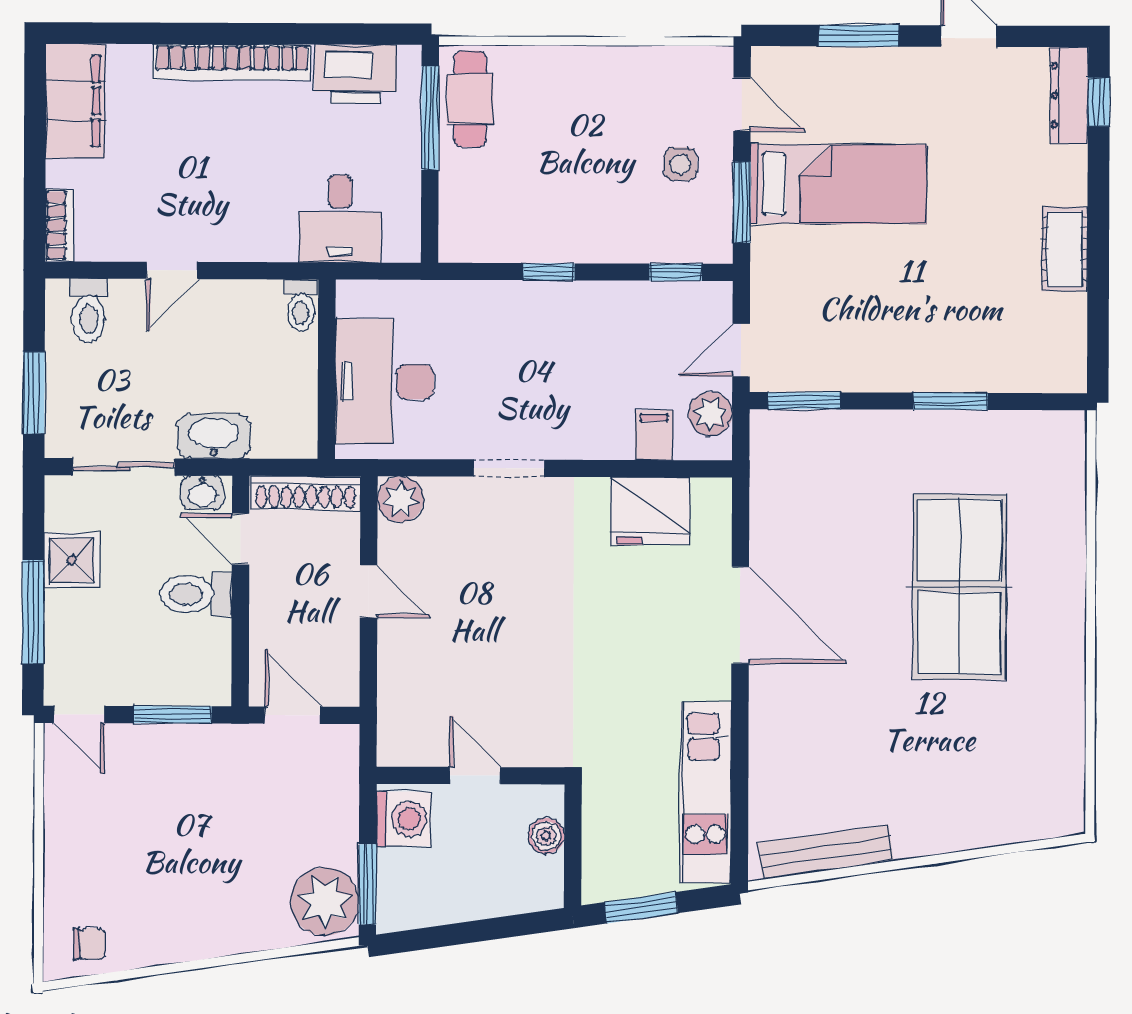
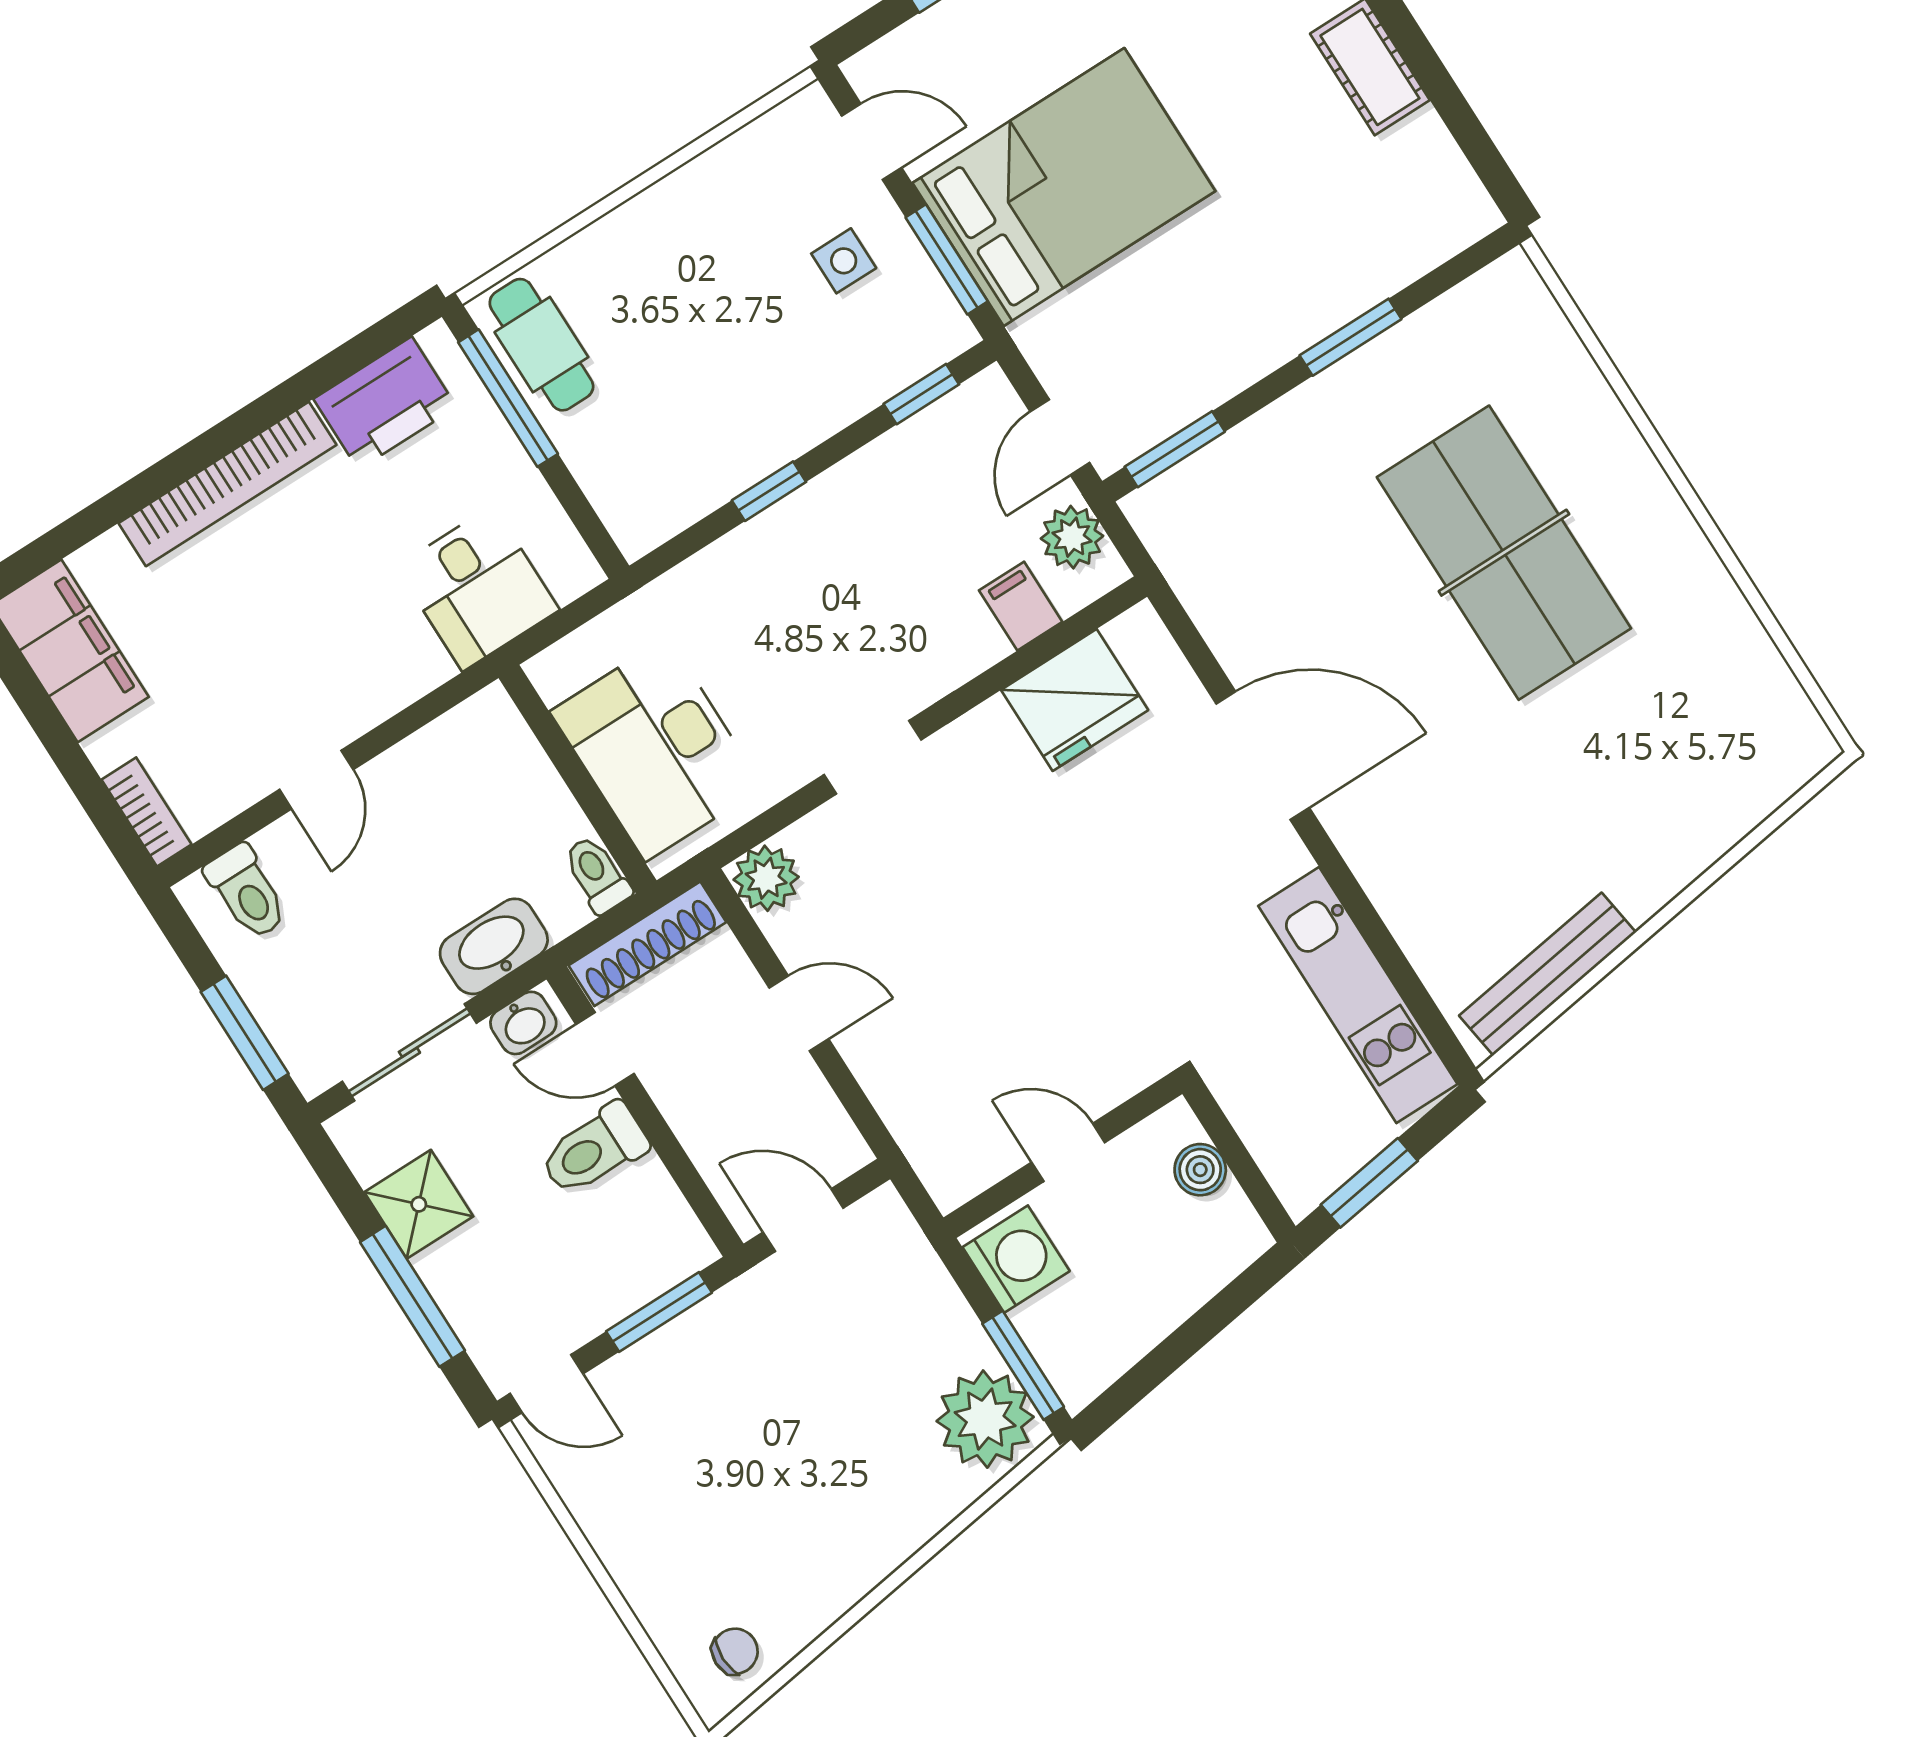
bed: (838, 184) -> (1064, 187), width x1.50
toilet: (301, 305) -> (597, 875), moved, turned 180

